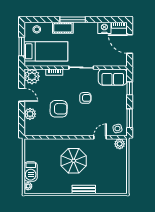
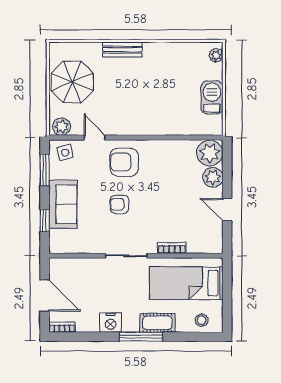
nightstand: (104, 28) -> (110, 323), moved
window: (22, 46) -> (227, 291), removed
plant: (32, 76) -> (210, 153), moved
sofa: (113, 77) -> (63, 204), moved, turned 90
armchair: (59, 109) -> (124, 162), moved
door: (100, 137) -> (95, 138), swing flipped
parasol: (74, 161) -> (72, 82), moved
barbecue: (31, 171) -> (212, 97), moved

